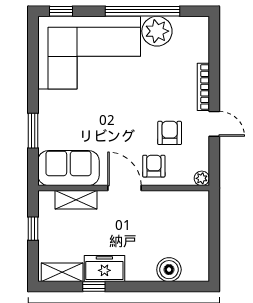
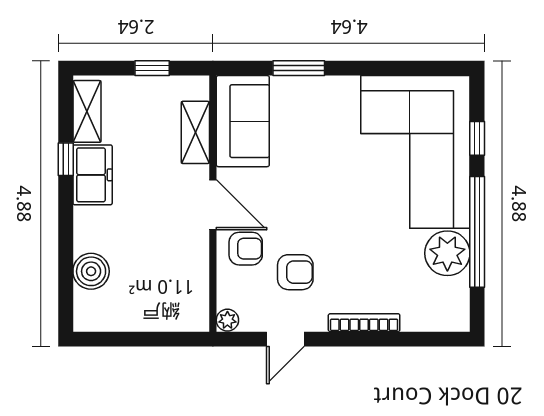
window: (61, 11) -> (477, 138), moved
door: (214, 124) -> (285, 339), moved
door: (124, 188) -> (213, 205), hinge flipped

